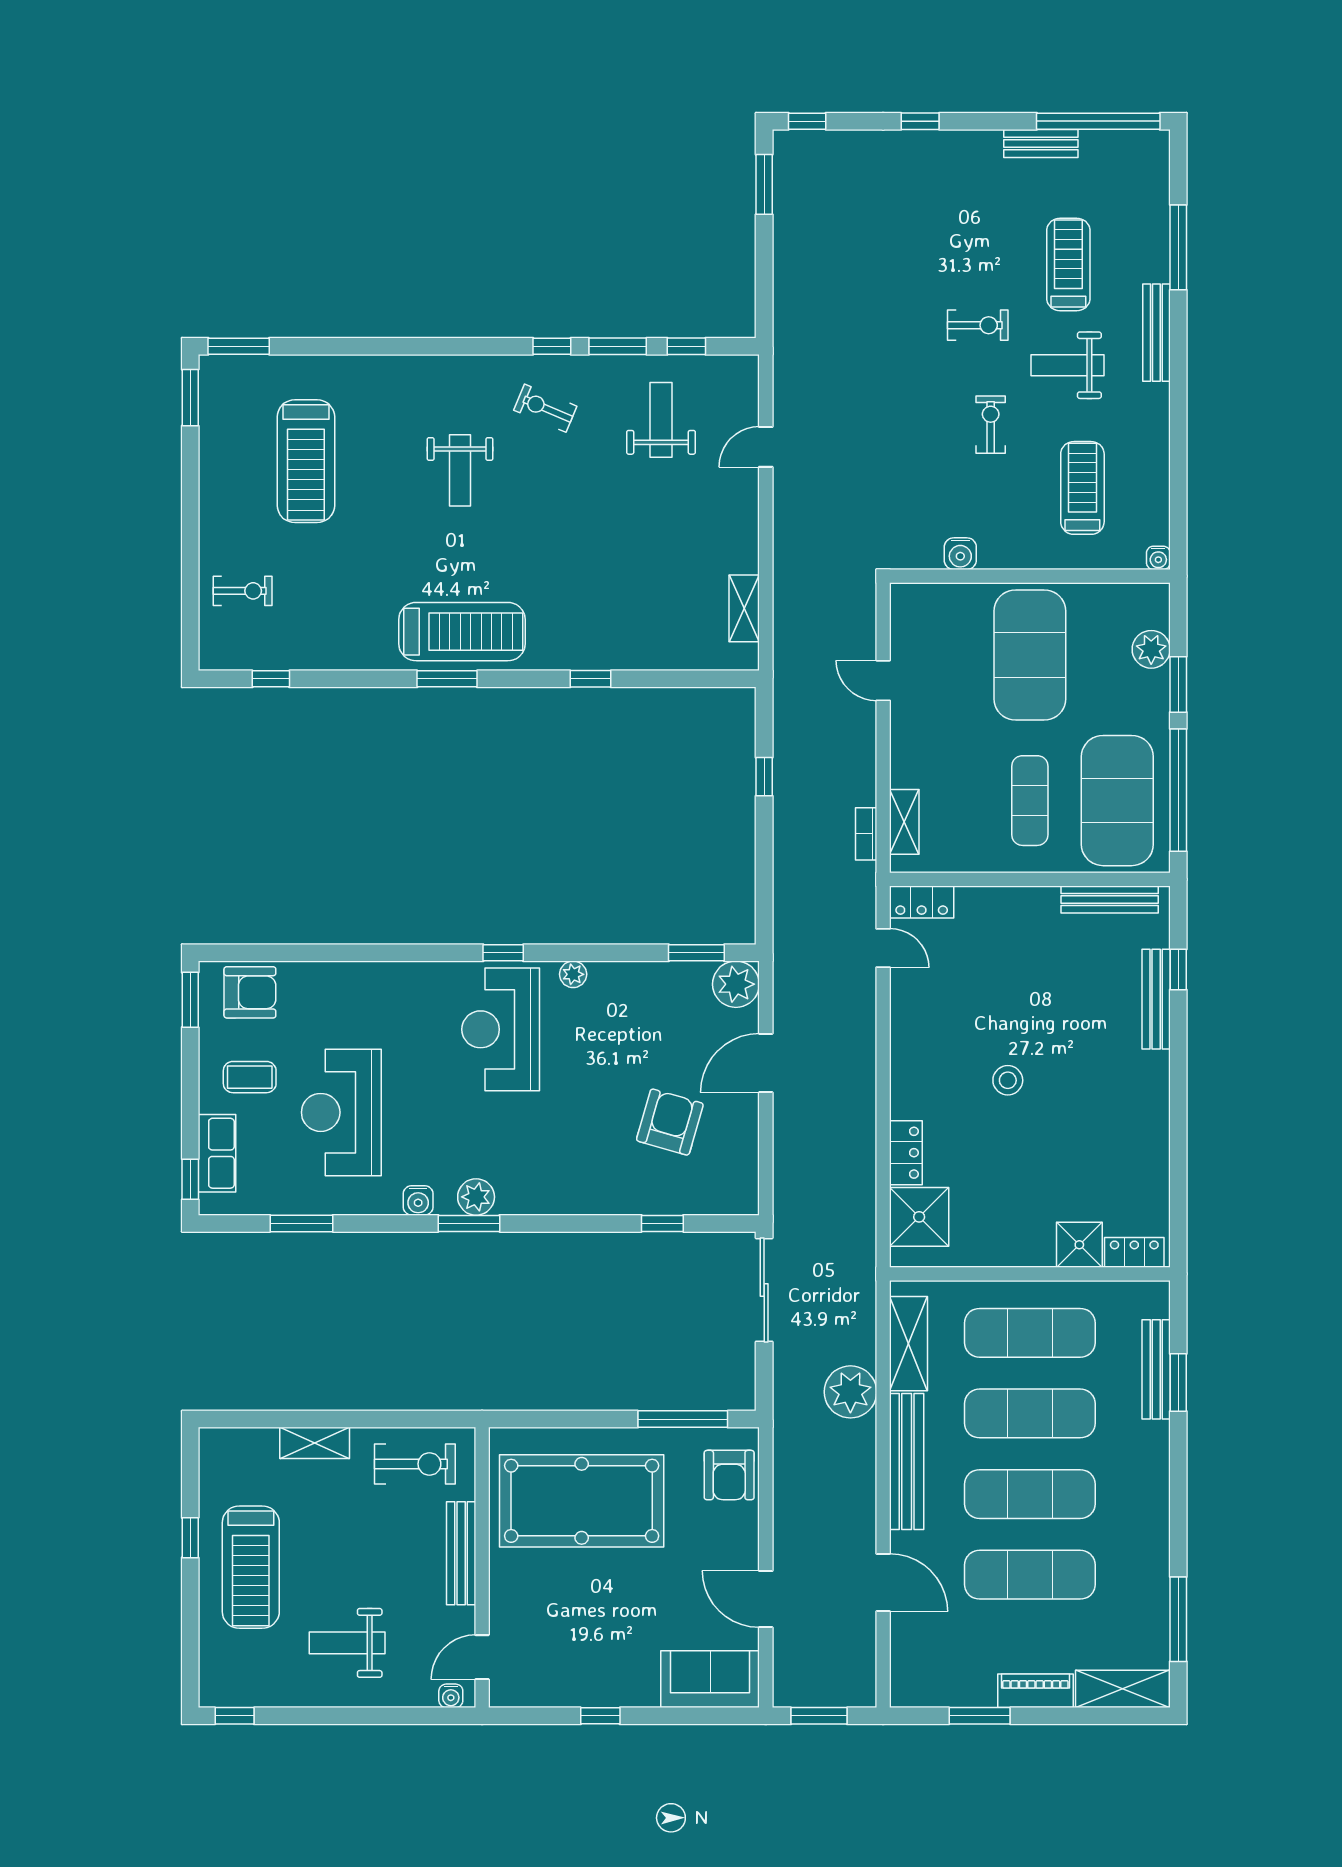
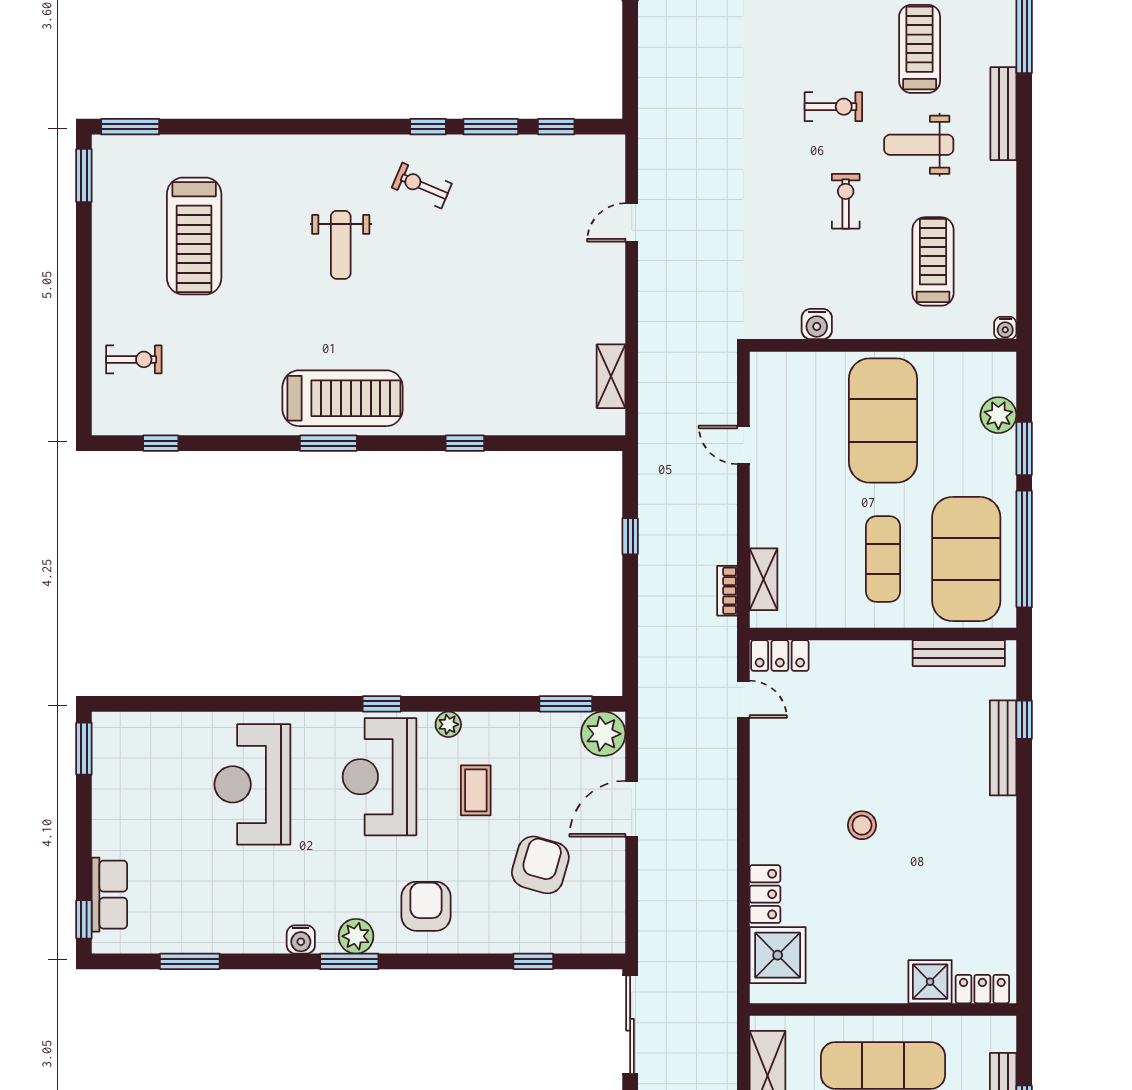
weight bench: (661, 420) -> (532, 197), removed
armchair: (250, 992) -> (426, 906), moved, turned -90
coffee table: (250, 1077) -> (476, 790), moved, turned 90
reception desk: (341, 1112) -> (252, 784), moved

